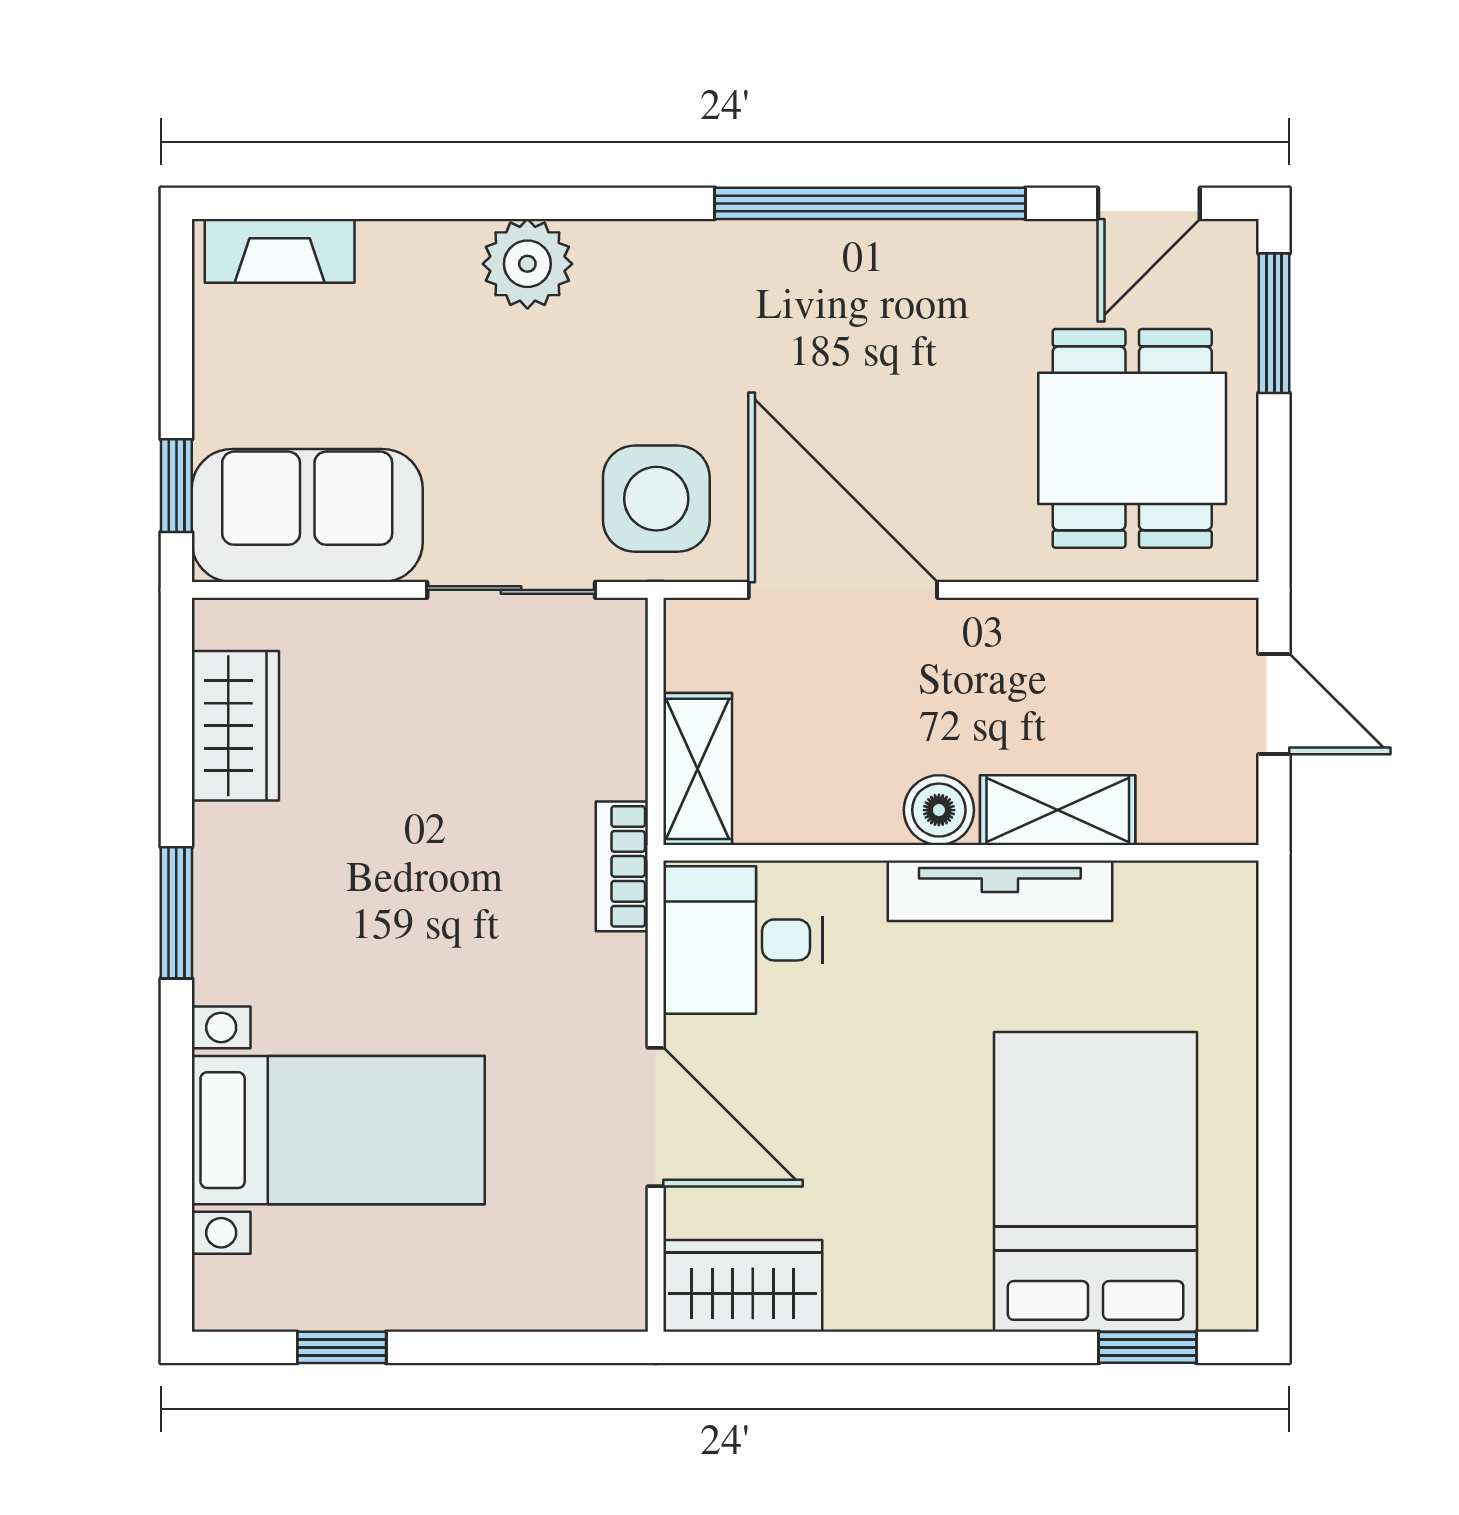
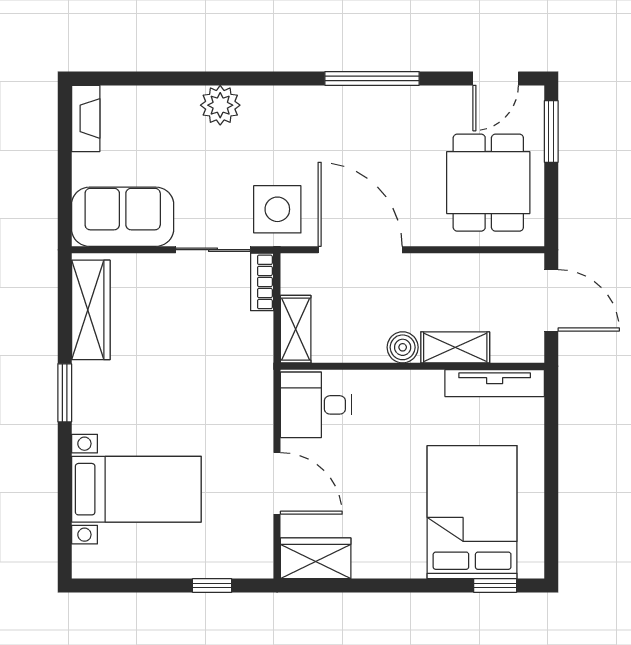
window: (870, 203) -> (372, 78), width x0.68
fireplace: (280, 251) -> (86, 118), moved, turned -90
window: (176, 486) -> (65, 204), removed
door: (1274, 704) -> (551, 300), width x1.38
wardrobe: (235, 726) -> (91, 310), width x1.50
bookcase: (622, 866) -> (262, 282), moved
tv unit: (1000, 891) -> (495, 383), moved
window: (342, 1347) -> (212, 585), moved

